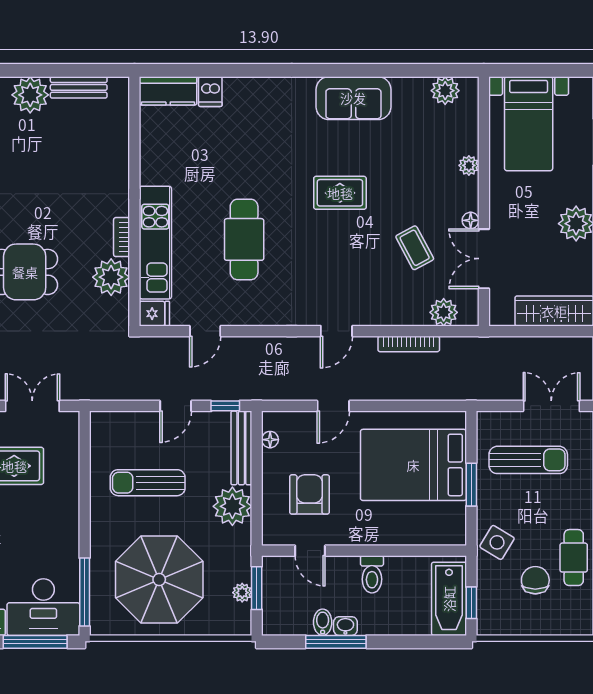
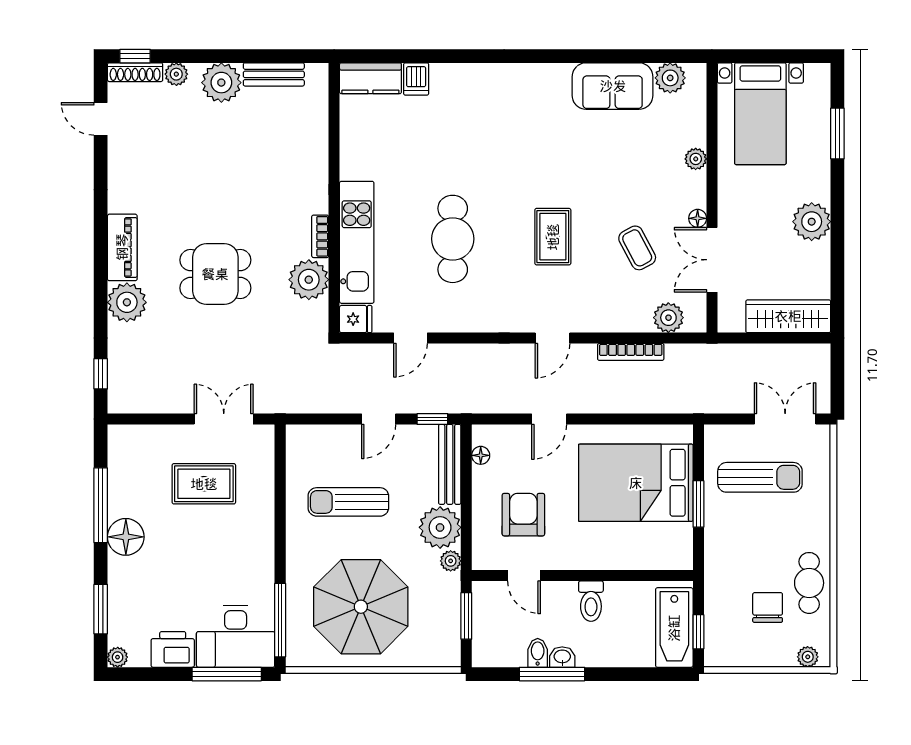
sofa: (353, 98) -> (613, 86), moved
rug: (340, 193) -> (553, 237), moved, turned 90
side table: (497, 542) -> (726, 567), removed
plant: (242, 593) -> (451, 561), moved
plant: (572, 626) -> (808, 657), added

